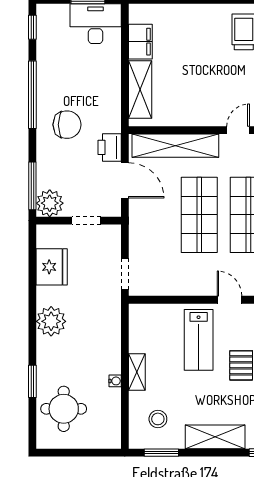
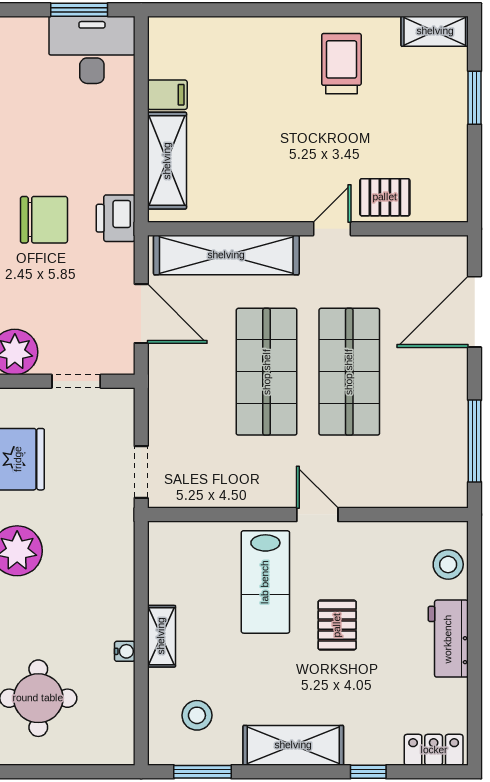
filing cabinet: (140, 42) -> (167, 95), width x0.50
printer: (110, 147) -> (116, 218), moved

